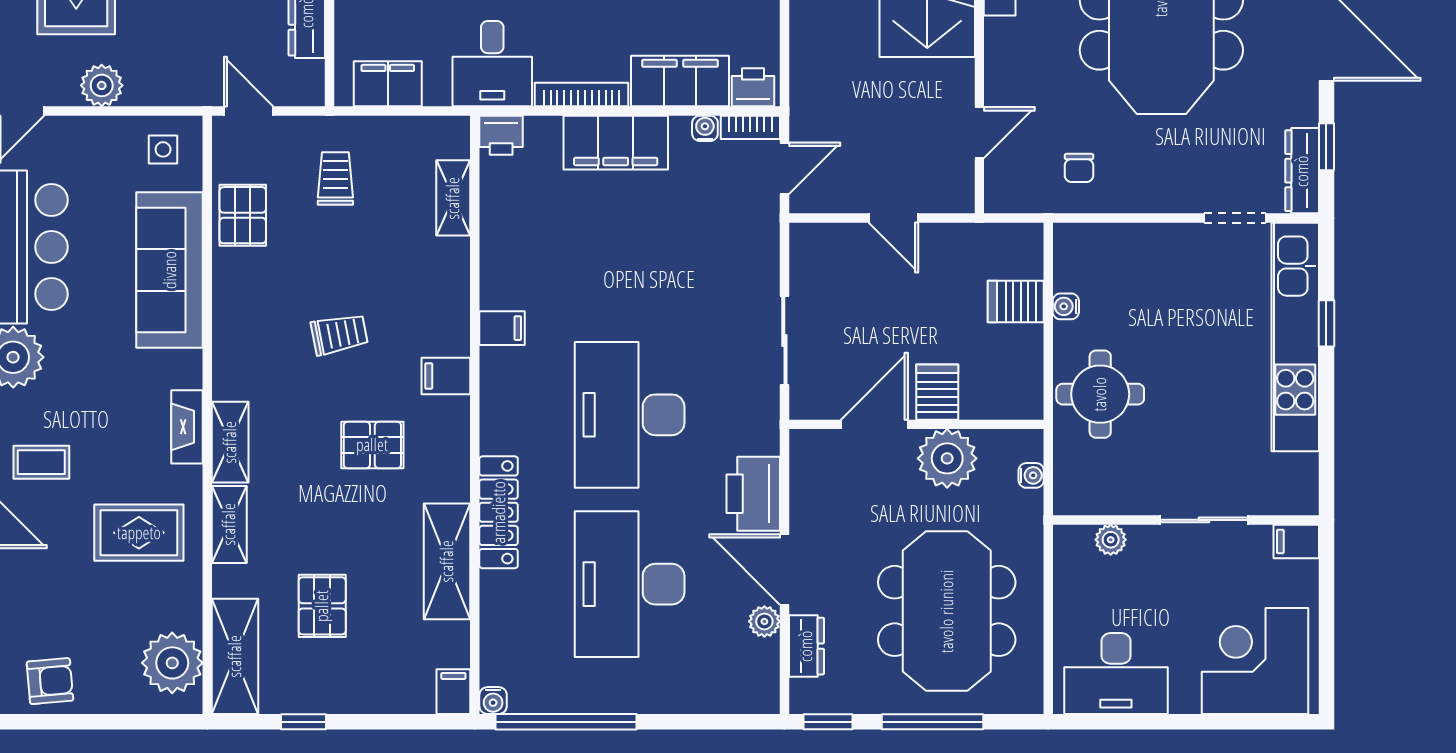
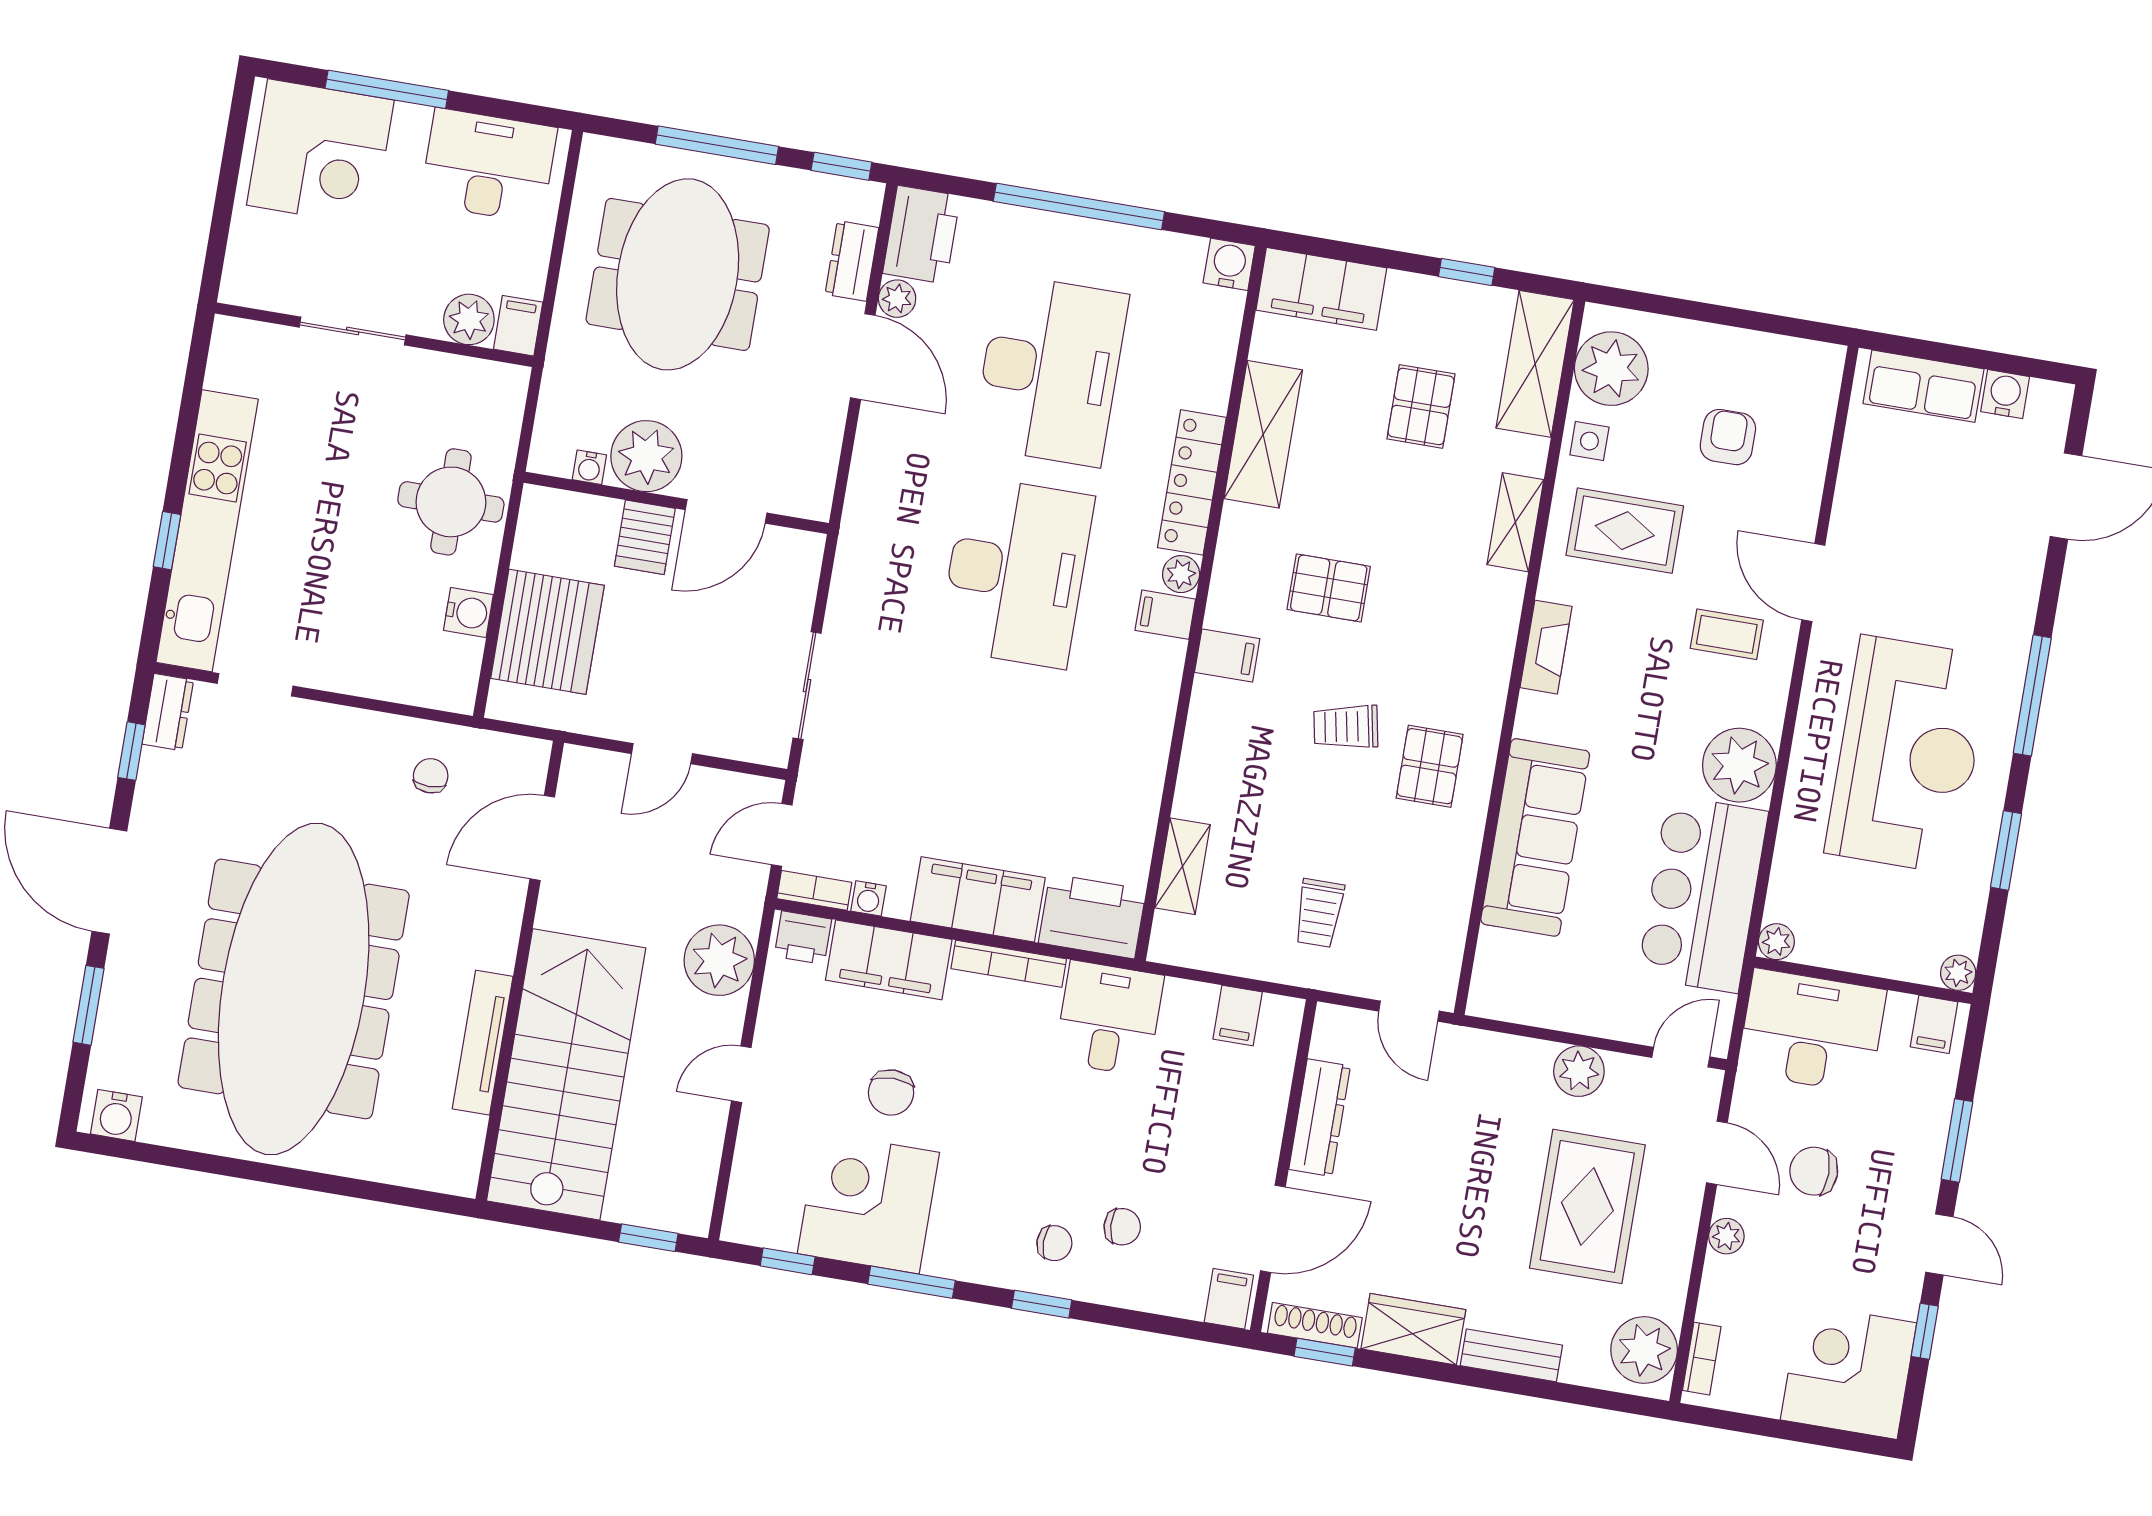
plant: (818, 57) -> (719, 960), added
filing cabinet: (388, 84) -> (1238, 1016), width x0.50
door: (979, 133) -> (542, 838), width x1.38
printer: (501, 135) -> (1092, 916), width x1.87, depth x1.48
side table: (163, 149) -> (1589, 441), moved
dresser: (1302, 171) -> (168, 712), width x0.70
pallet: (243, 215) -> (1430, 766), moved
door: (893, 218) -> (662, 754), swing flipped
server rack: (1016, 301) -> (547, 632), width x2.18, depth x1.44
water cooler: (1066, 306) -> (468, 612), width x1.38, depth x1.38
filing cabinet: (502, 328) -> (1165, 615), moved
sliding door: (784, 341) -> (807, 686), moved
plant: (495, 436) -> (1181, 574), added
shelving: (230, 442) -> (1498, 620), removed
water cooler: (1031, 475) -> (589, 467), moved, turned -90
printer: (753, 494) -> (922, 235), moved
plant: (1111, 540) -> (469, 319), width x1.38, depth x1.38
filing cabinet: (1296, 542) -> (518, 326), moved, turned -90
armchair: (50, 681) -> (1728, 437), moved, turned 95
filing cabinet: (453, 692) -> (1321, 289), width x3.00, depth x1.17
water cooler: (493, 701) -> (1229, 264), width x1.38, depth x1.38
window: (566, 722) -> (1079, 206), moved
window: (1209, 722) -> (387, 89), added

